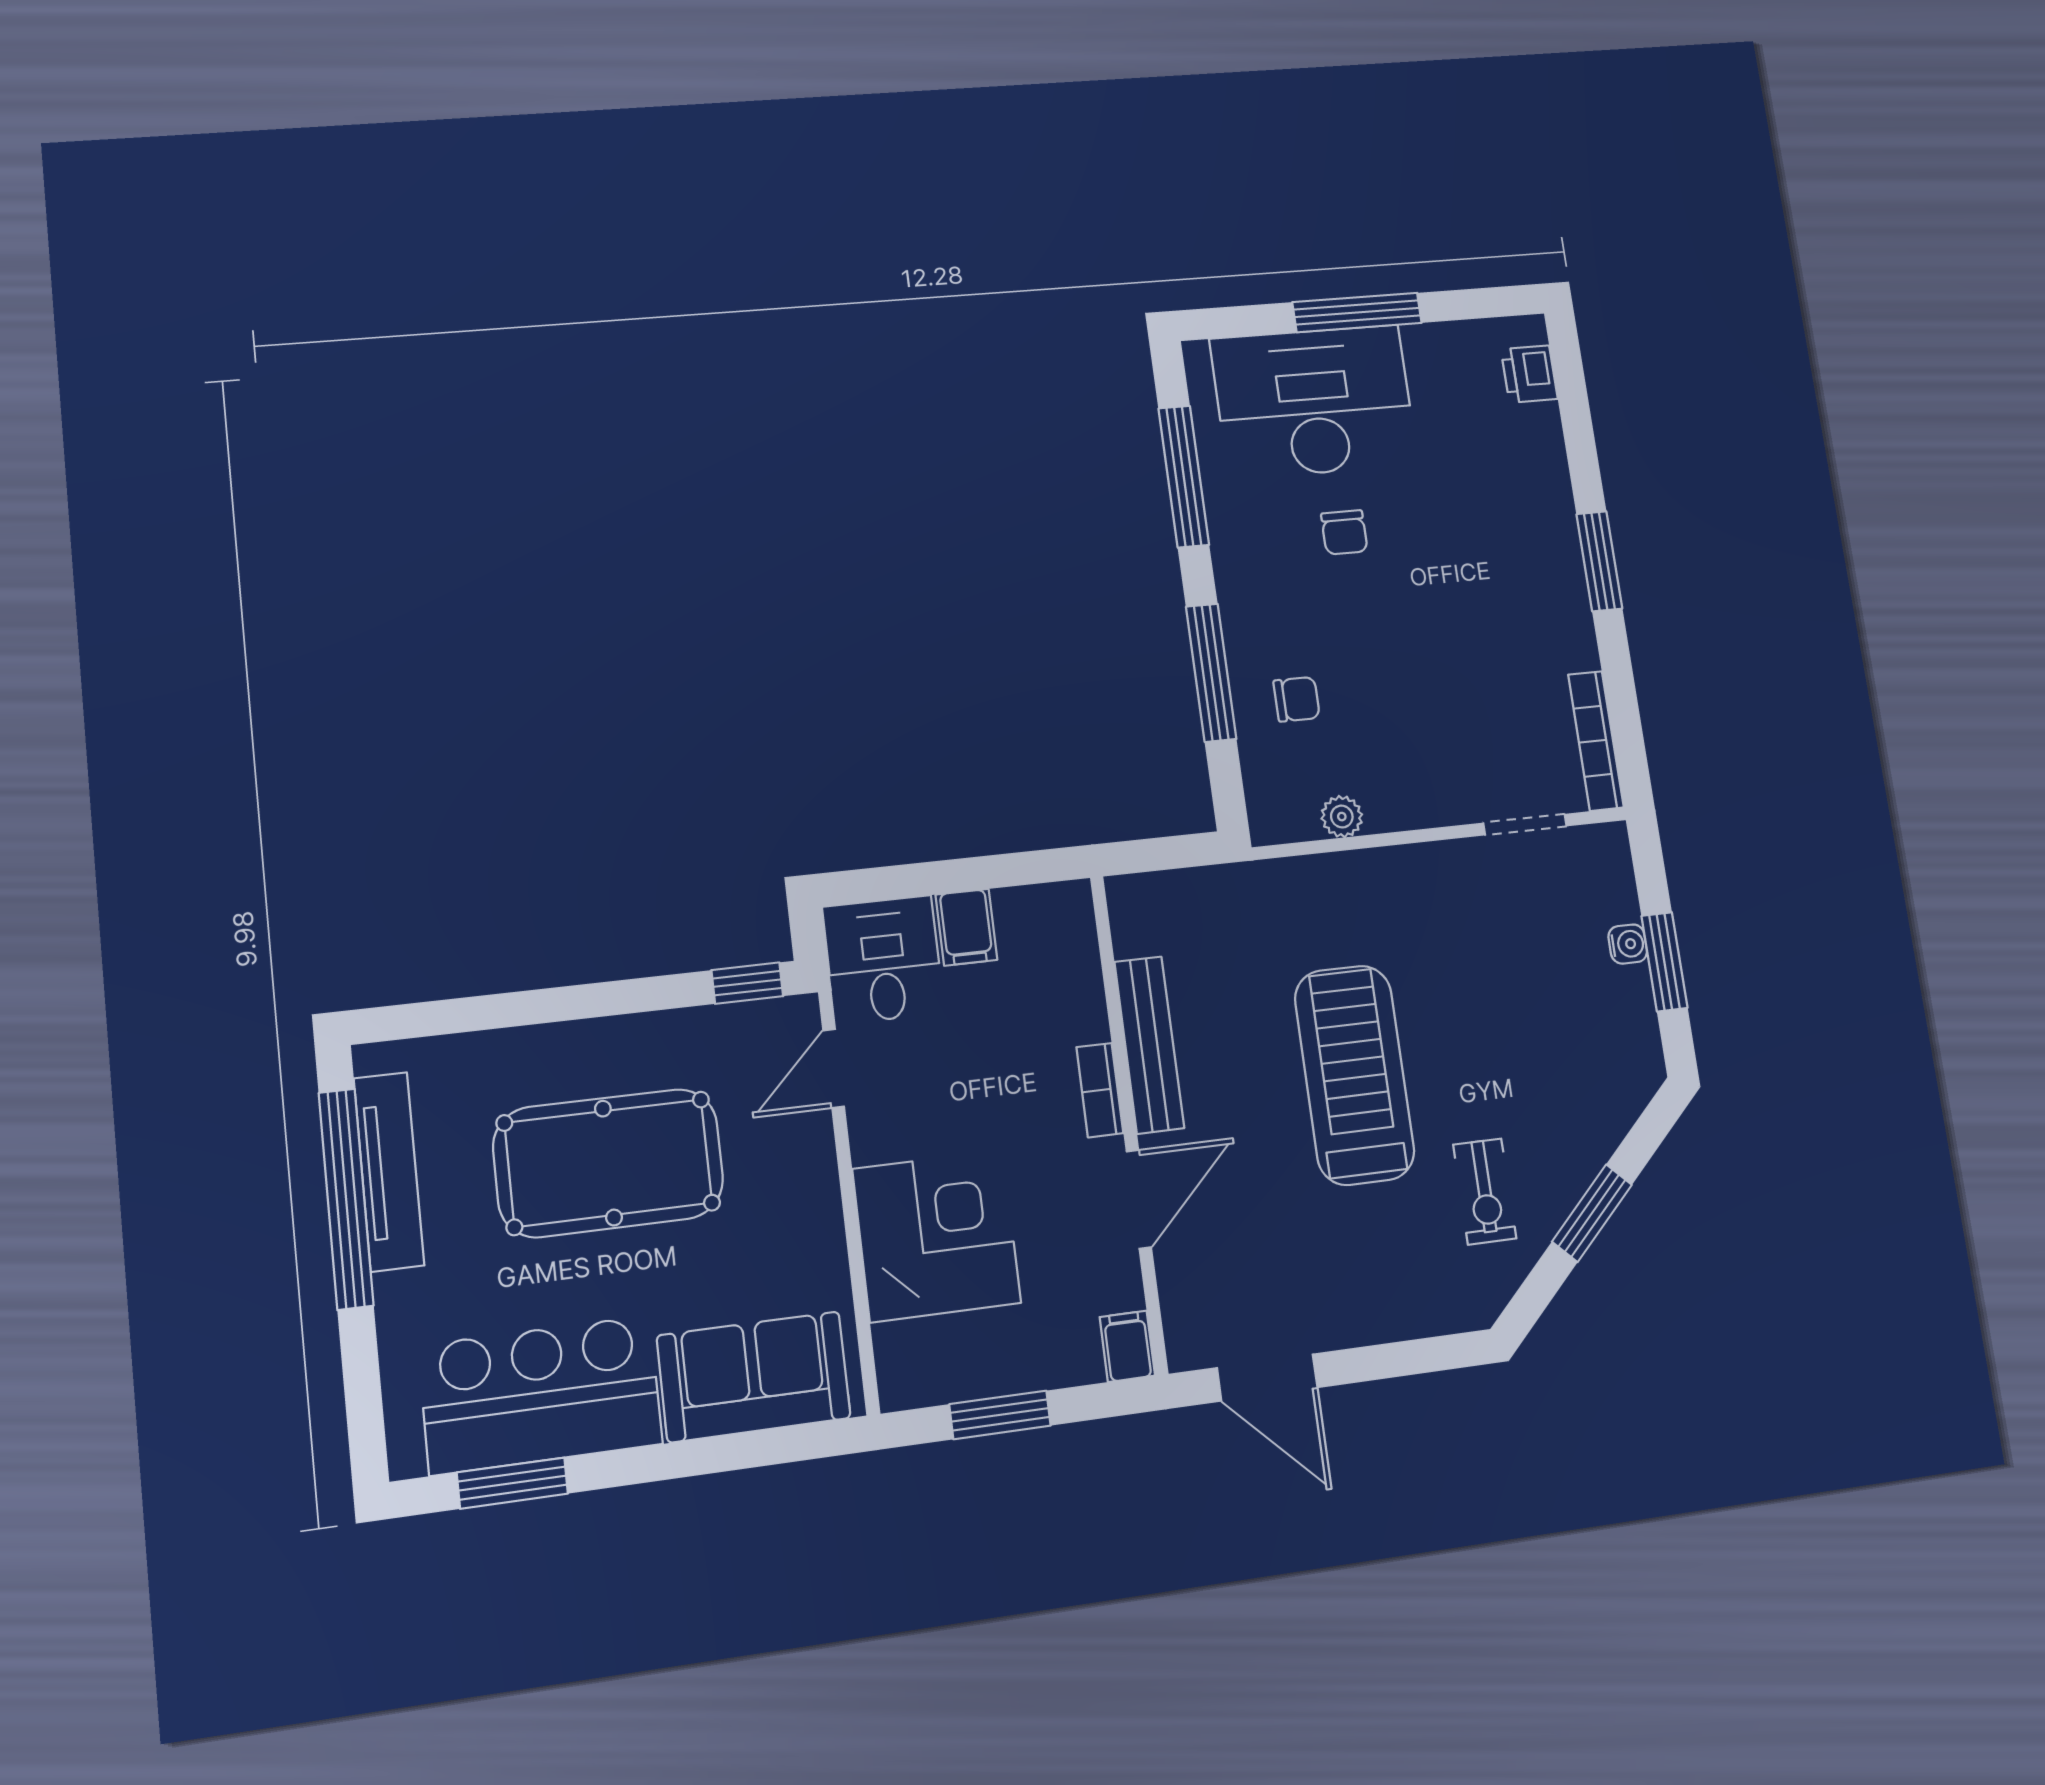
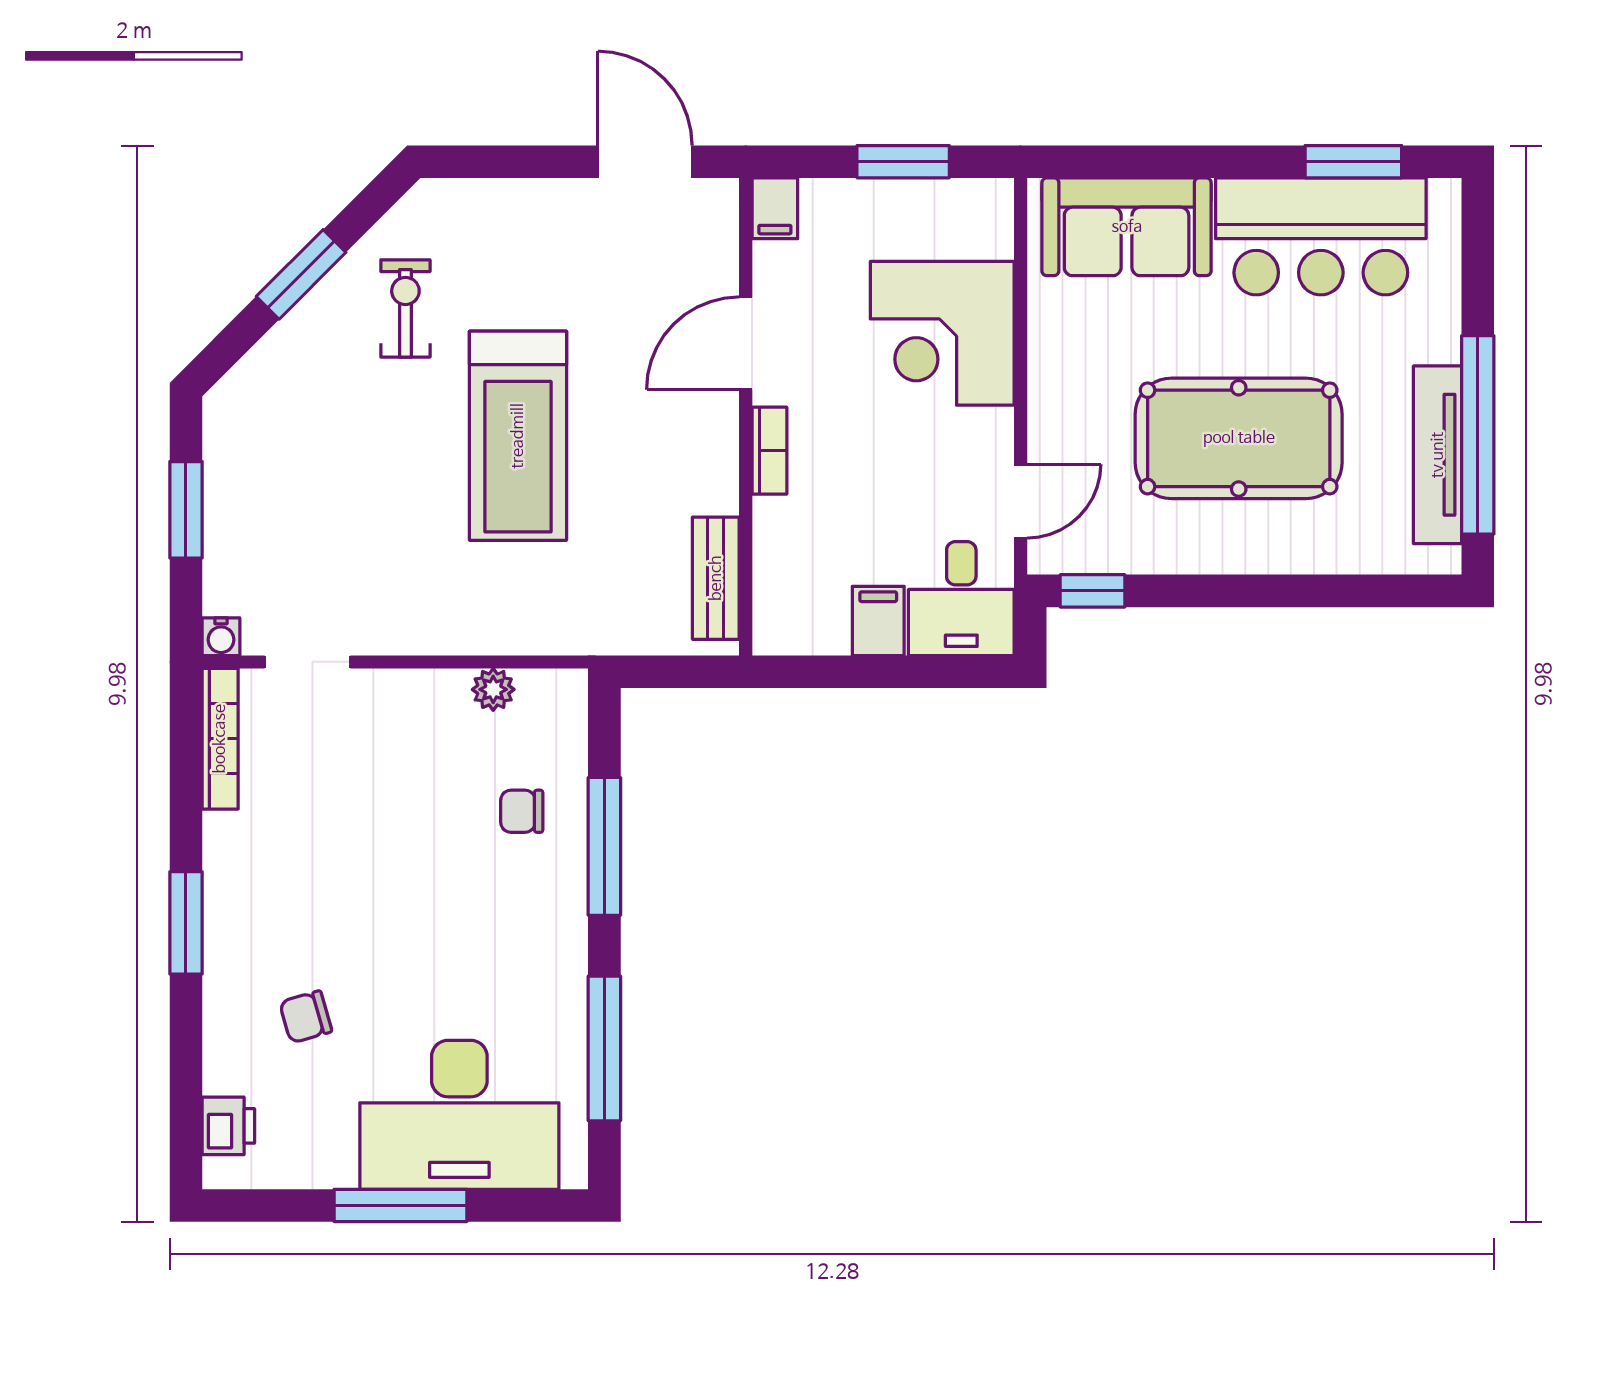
chair: (1344, 532) -> (306, 1017), moved, turned -106
water cooler: (1628, 944) -> (221, 637), moved, turned -90
bench: (1149, 1045) -> (716, 578), moved, width x0.73

